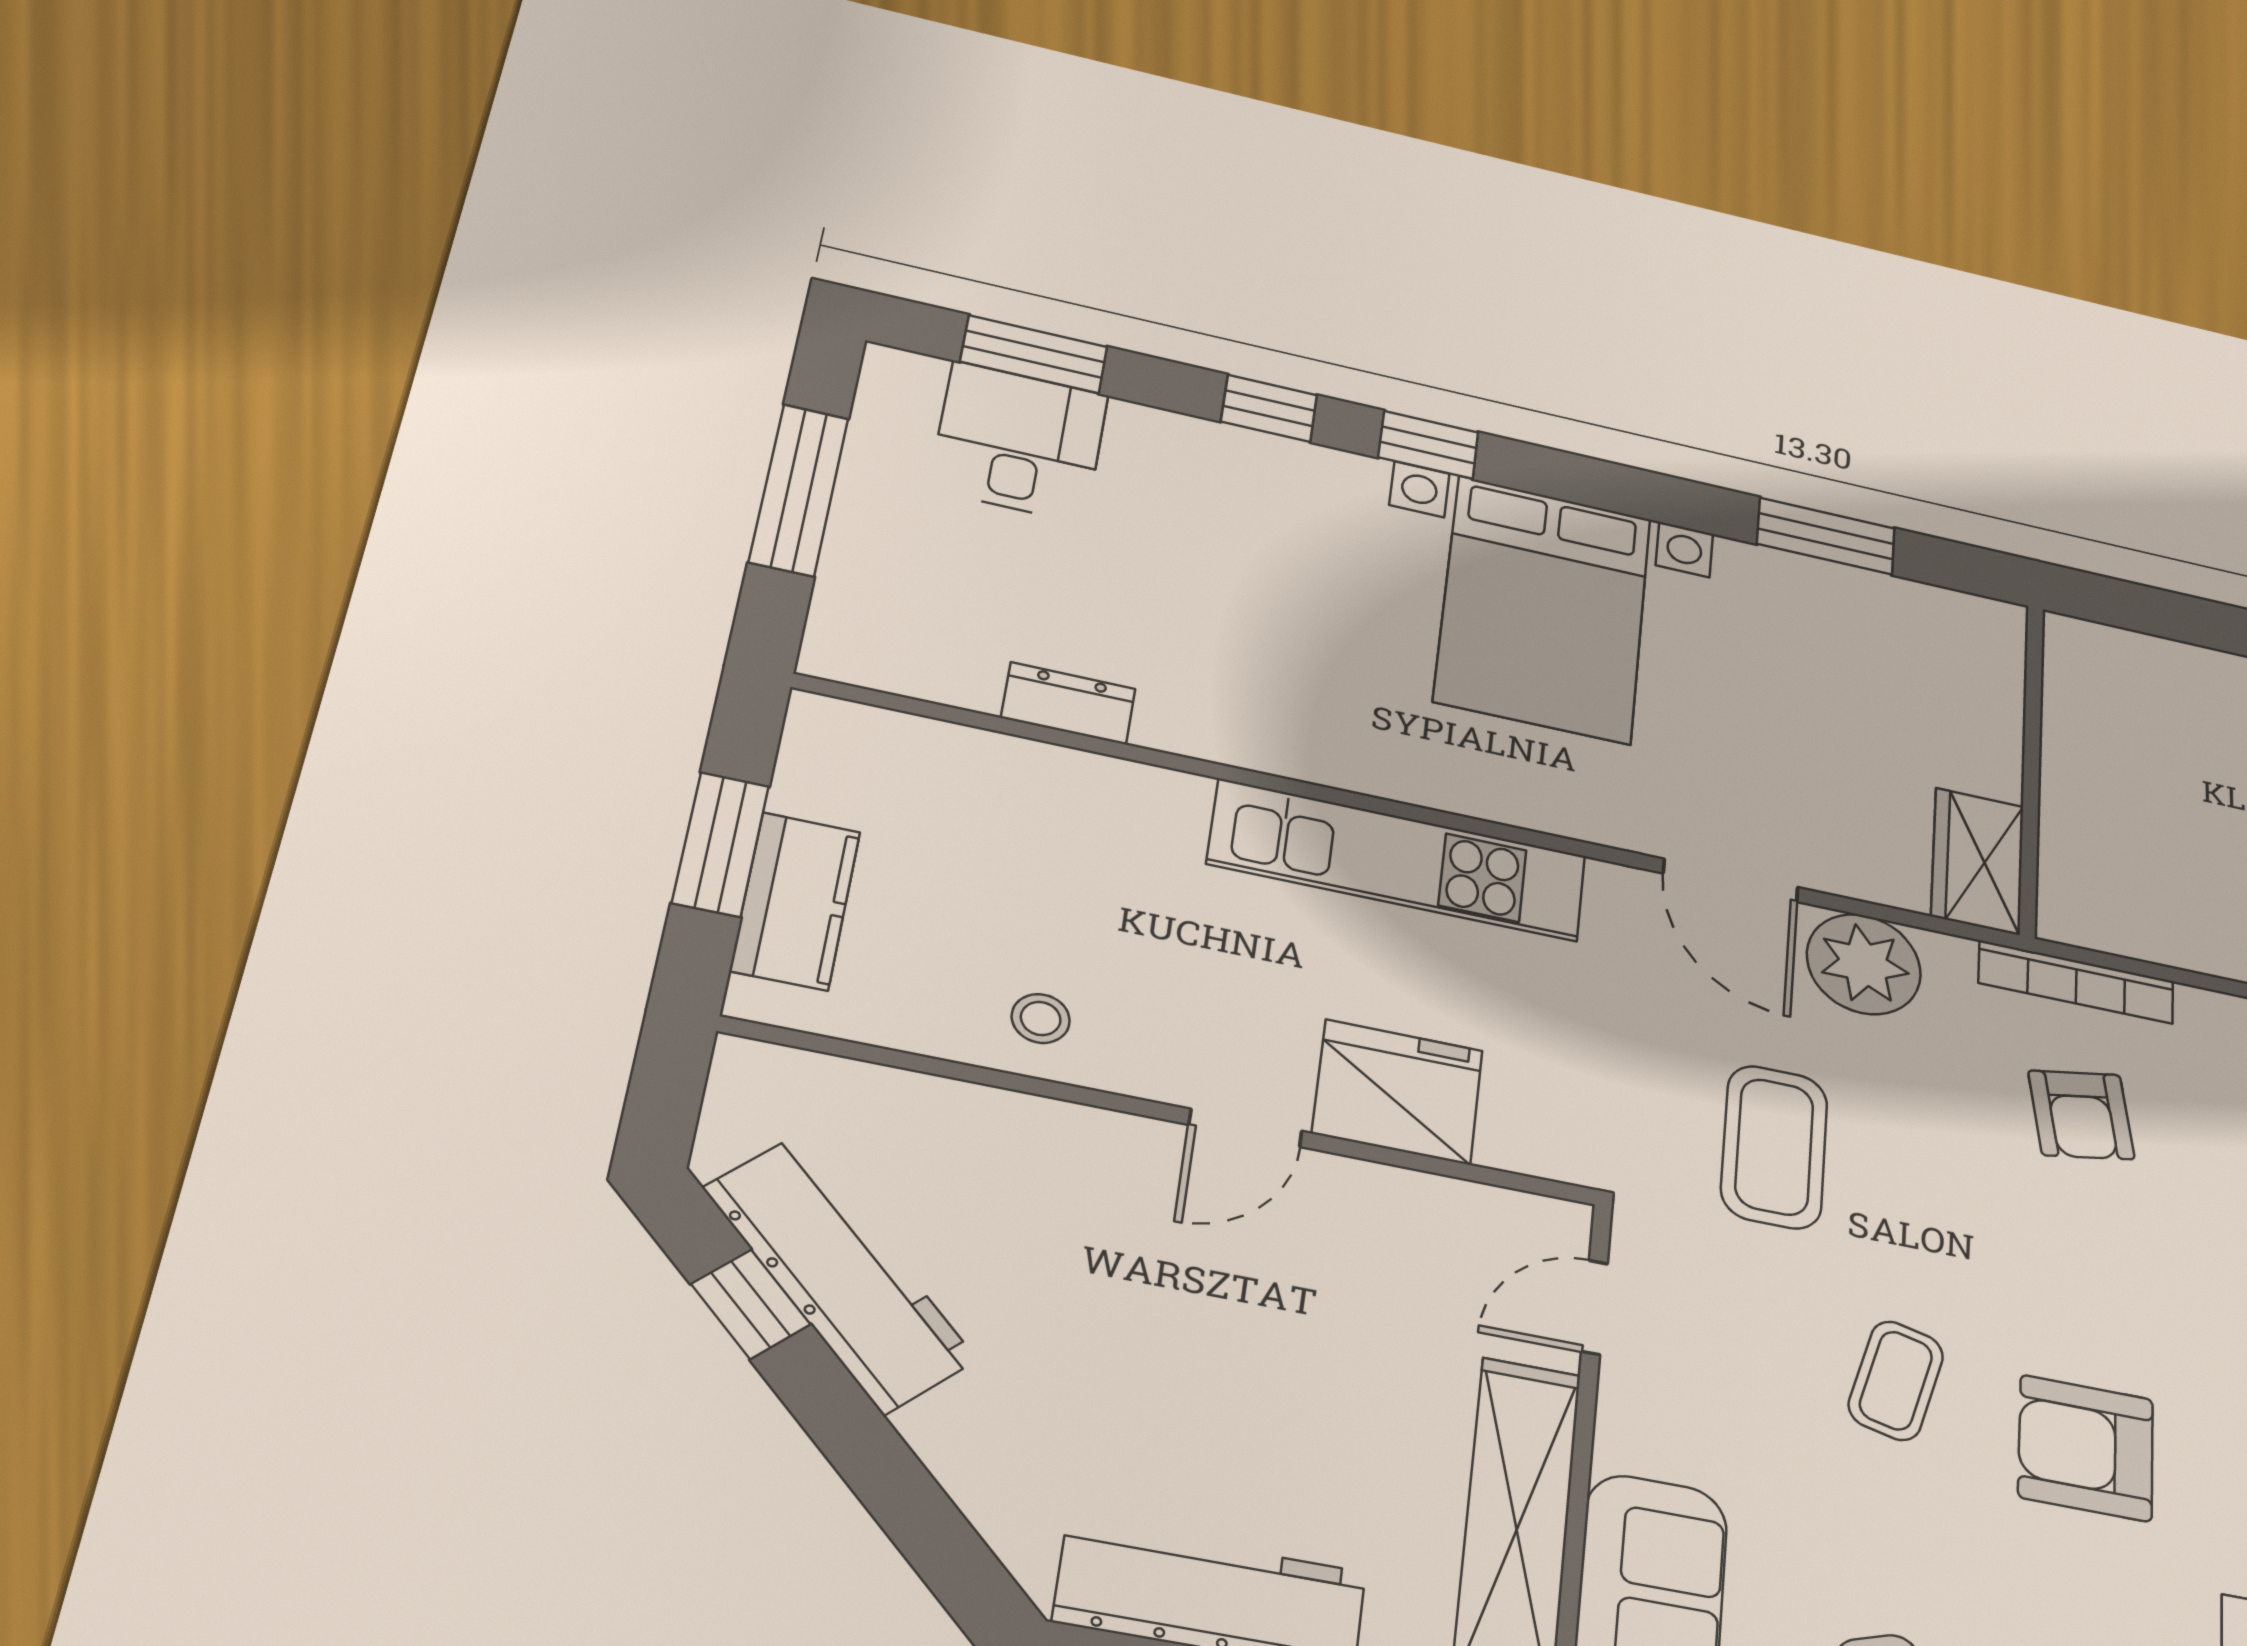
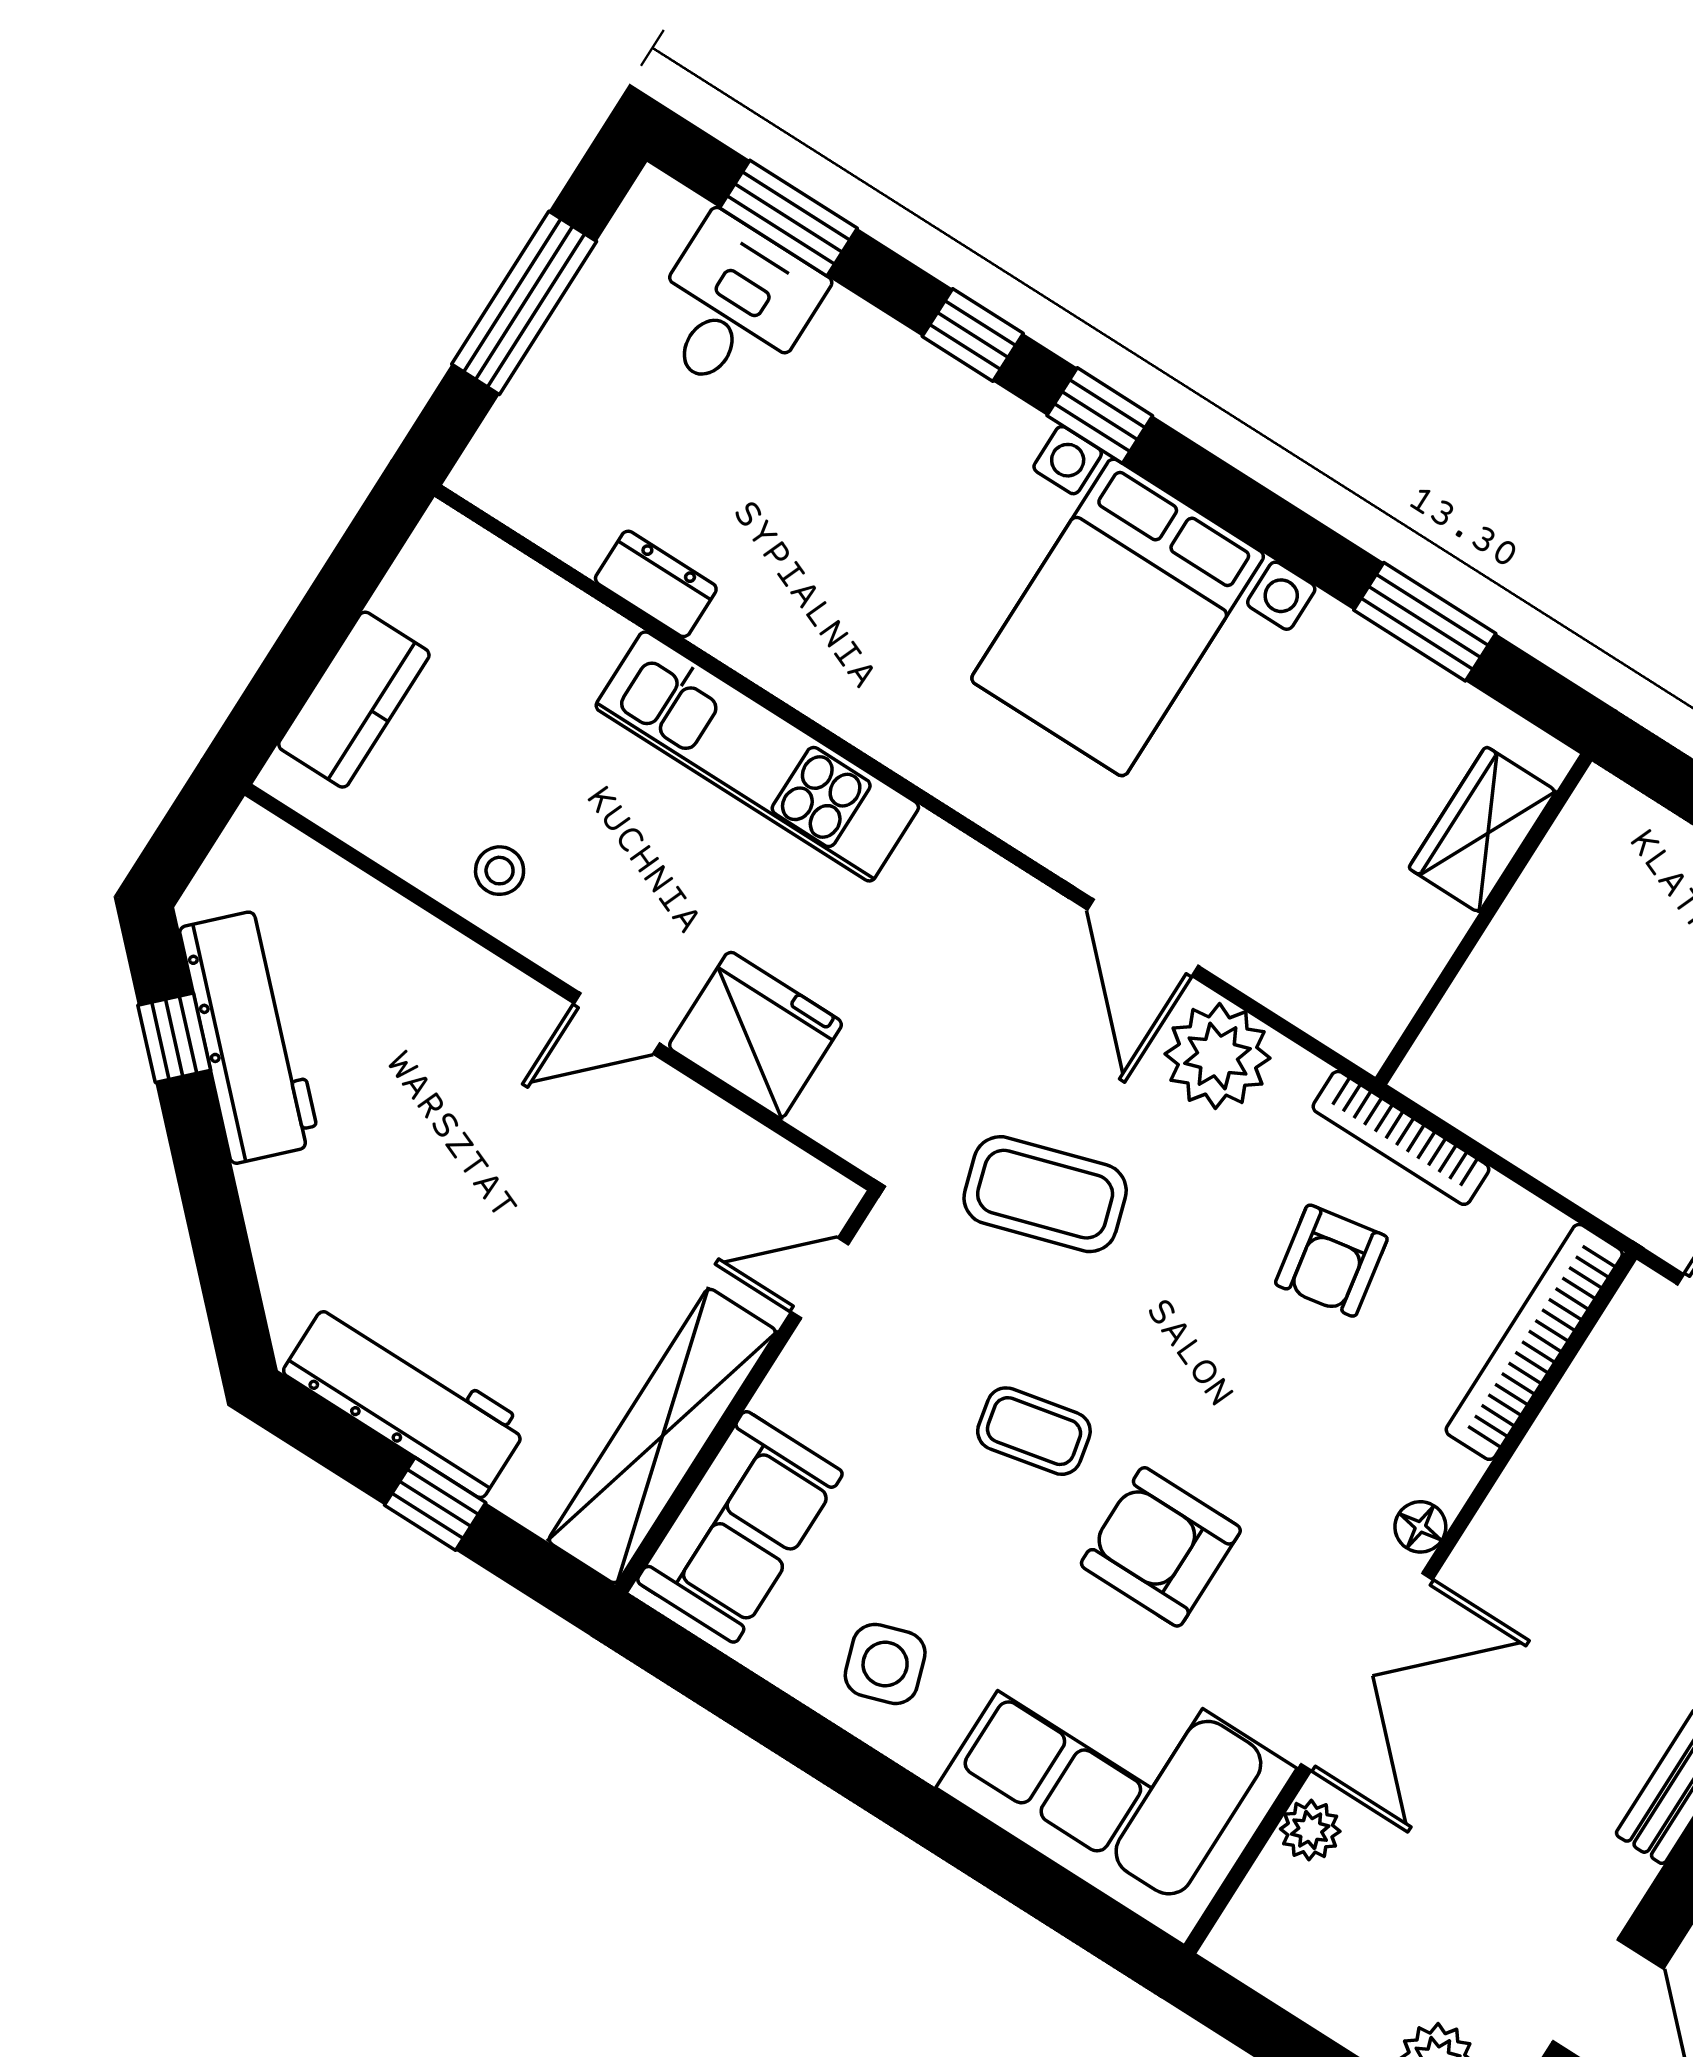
window: (721, 844) -> (317, 629), removed
kitchen unit: (1398, 860) -> (757, 756), moved
wardrobe: (1978, 861) -> (1482, 830), moved
coffee table: (1774, 1147) -> (1045, 1194), turned 73
coffee table: (1896, 1381) -> (1034, 1431), turned 64

